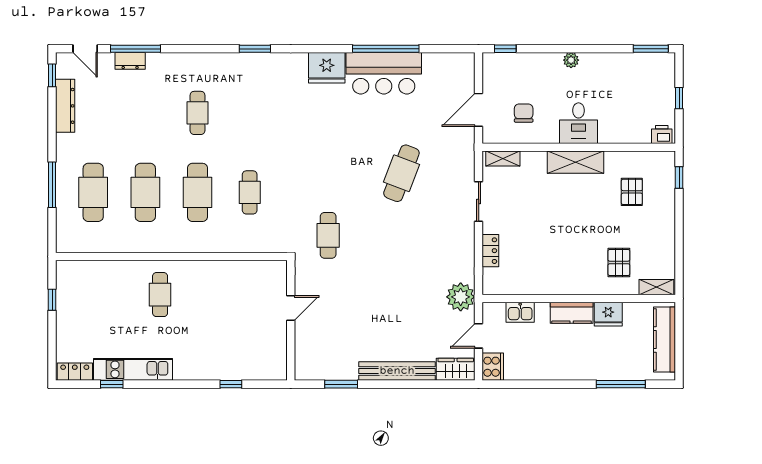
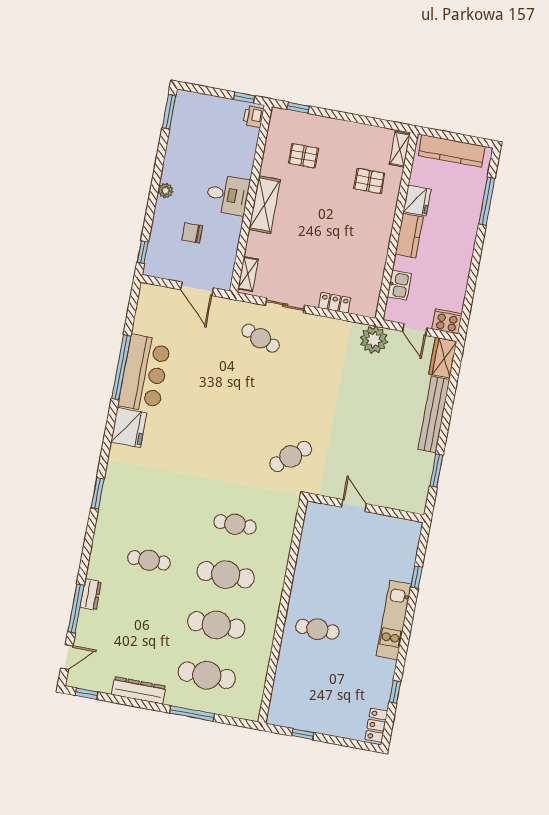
dresser: (130, 61) -> (91, 594), moved
window: (679, 98) -> (244, 98), moved
dresser: (65, 106) -> (139, 690), moved
chair: (524, 113) -> (192, 233), moved
cafe table: (401, 173) -> (261, 338), moved, width x0.73, depth x0.74
cafe table: (328, 235) -> (291, 456), turned -40
kitchen unit: (133, 369) -> (394, 620), moved

